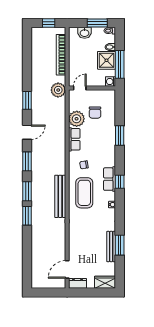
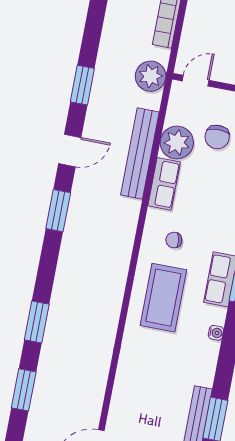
window: (27, 191) -> (24, 390), moved
bench: (60, 196) -> (140, 153), moved

